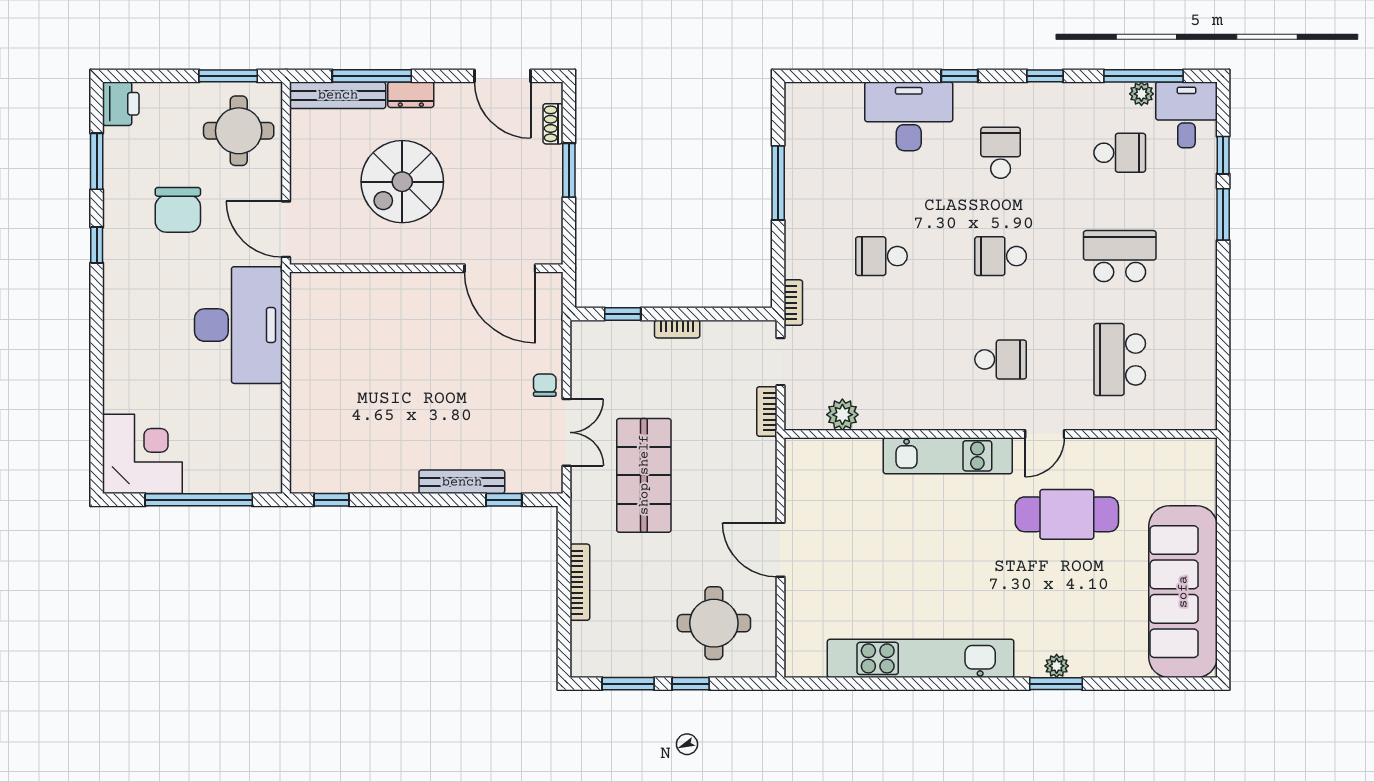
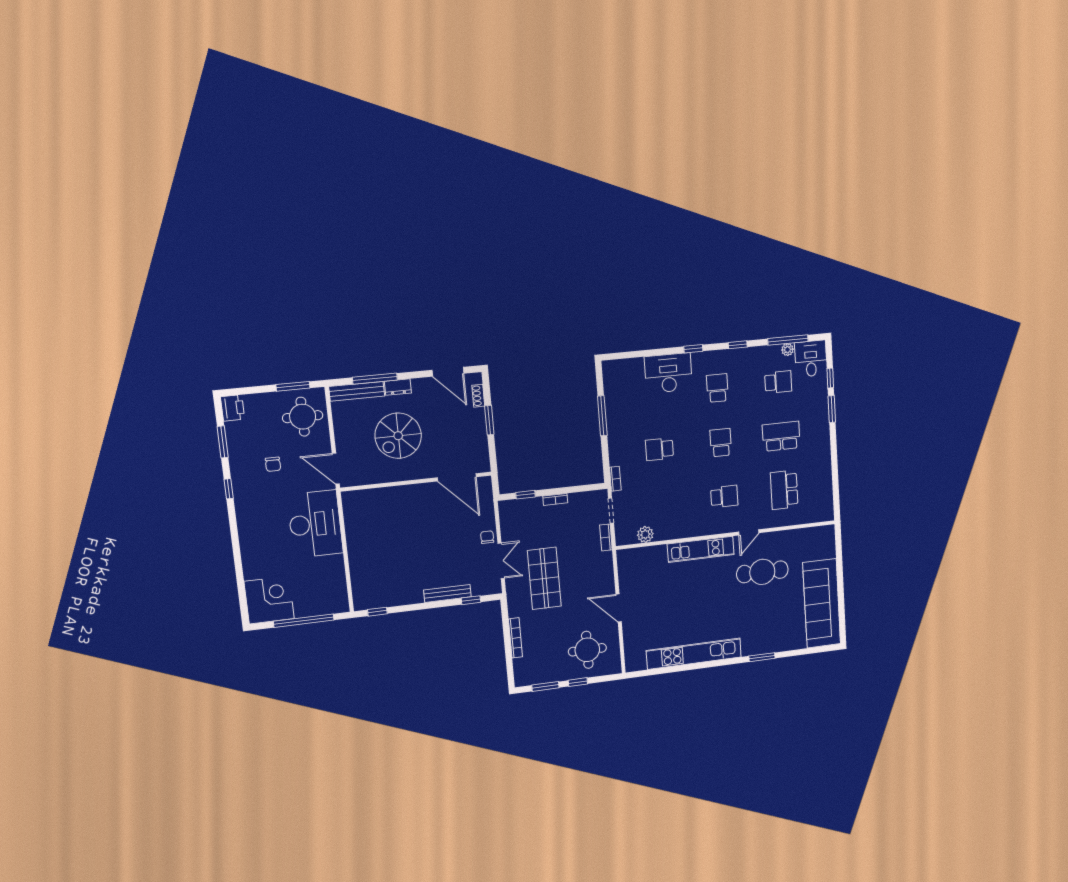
chair: (178, 210) -> (273, 464), width x0.54, depth x0.54
school desk: (1001, 256) -> (721, 443), turned 90
plant: (1057, 666) -> (762, 648), removed

